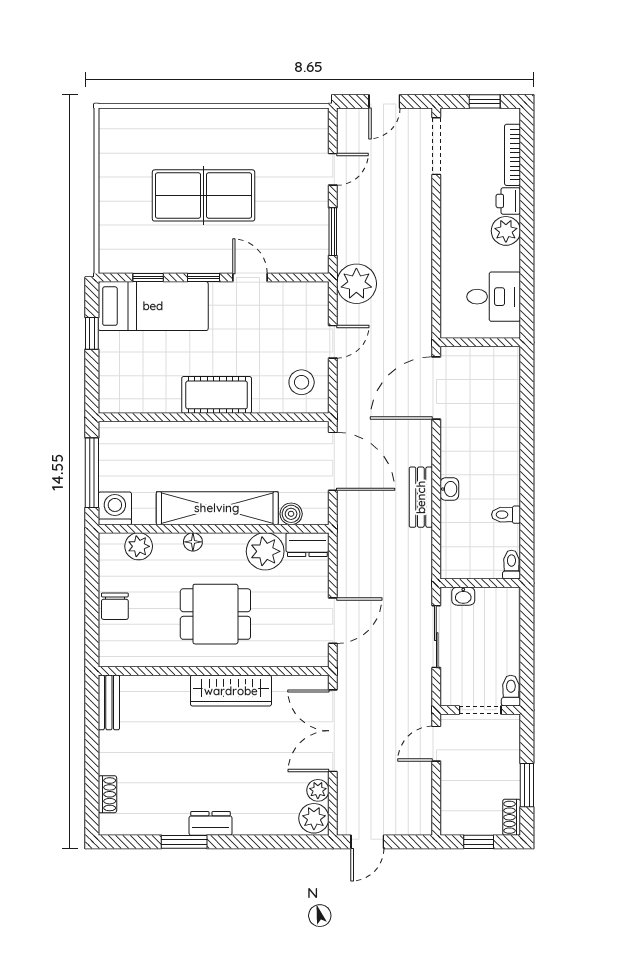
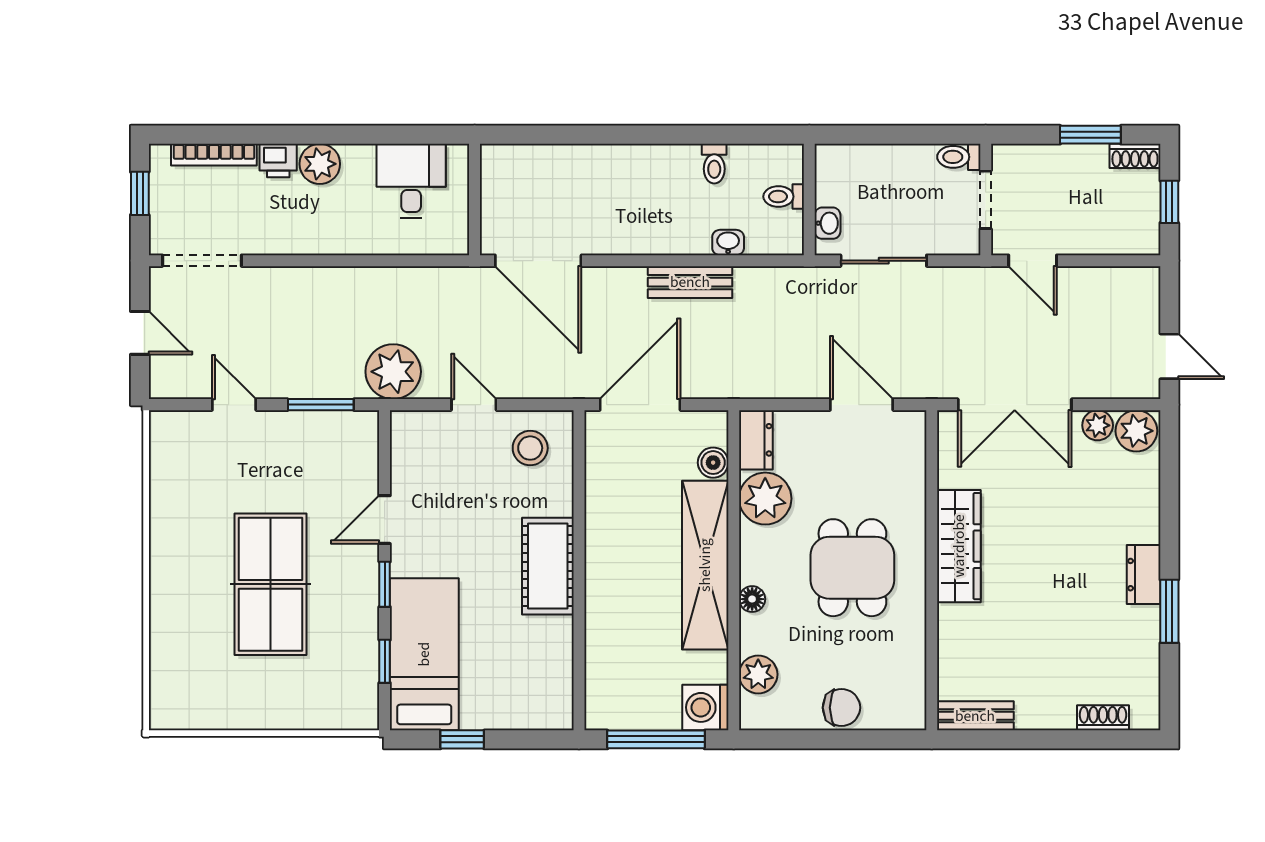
washbasin: (449, 489) -> (728, 242), moved
toilet: (511, 565) -> (784, 197), moved

